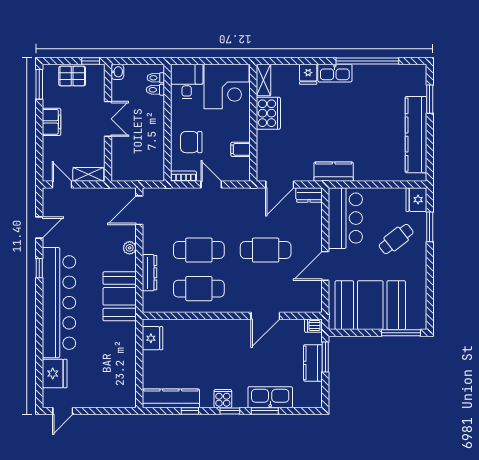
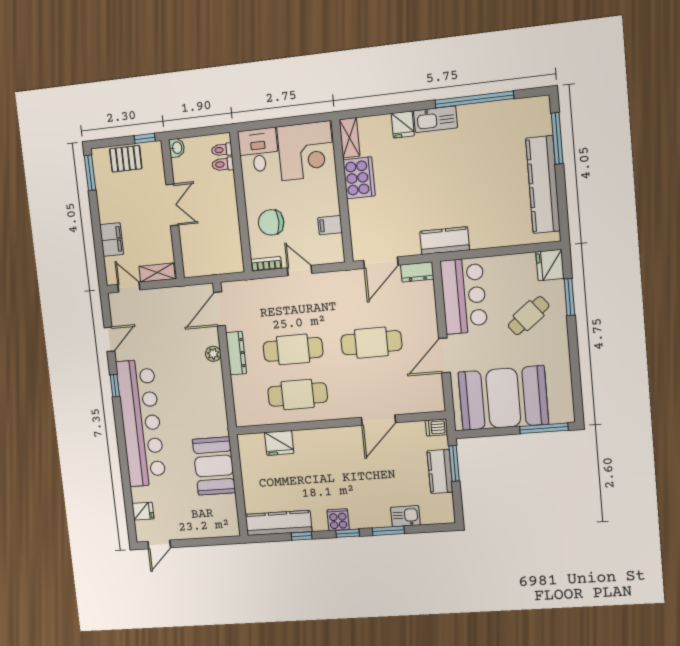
window: (430, 99) -> (557, 138), width x1.44
filing cabinet: (52, 122) -> (112, 240), moved
dresser: (150, 273) -> (236, 353), moved
booth: (120, 296) -> (214, 466), moved
fridge: (153, 338) -> (279, 443), moved, turned 90
fridge: (55, 374) -> (143, 511), width x0.53, depth x0.75
kitchen sink: (270, 397) -> (405, 516), width x0.53, depth x0.81

